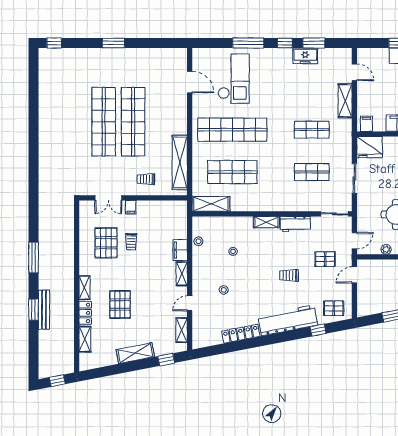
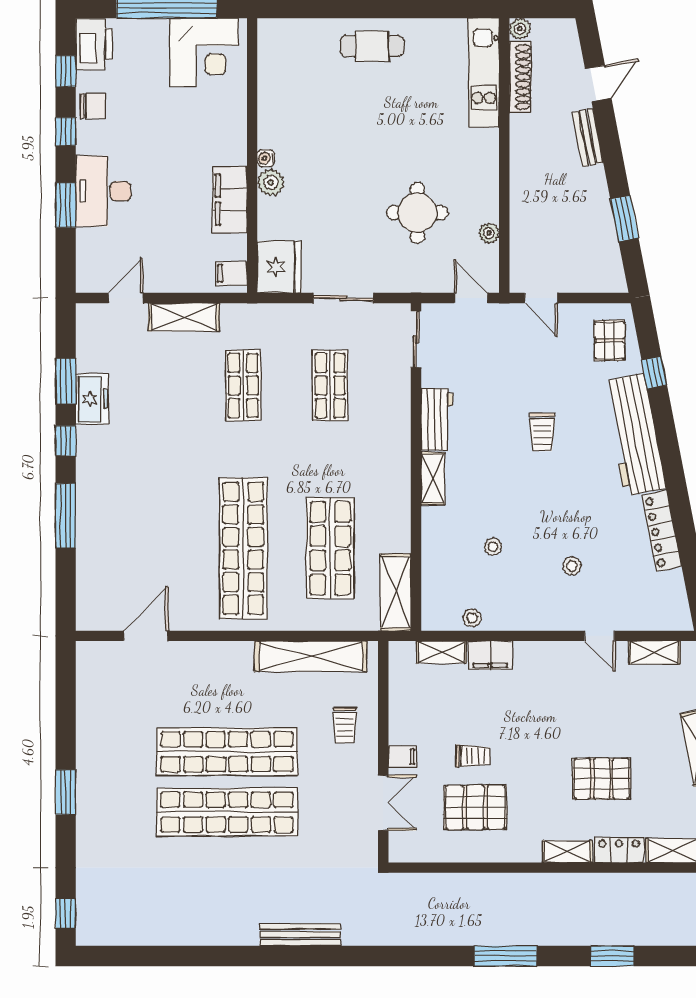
checkout: (234, 79) -> (139, 546), removed
pallet: (325, 259) -> (509, 358), removed
shelving: (182, 274) -> (442, 652), moved
bench: (44, 310) -> (300, 935), moved

